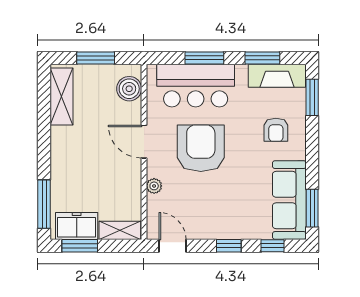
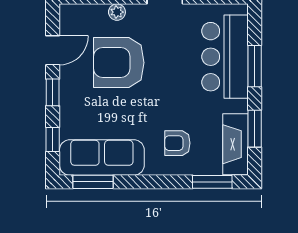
armchair: (201, 148) -> (119, 63), moved, turned 180
door: (173, 246) -> (53, 50), moved

